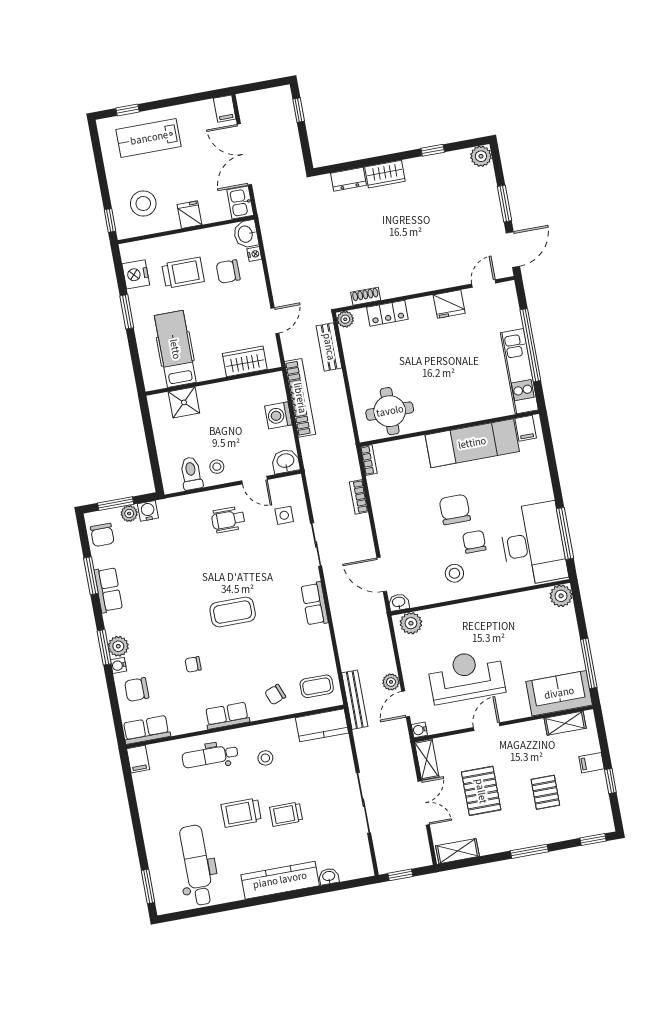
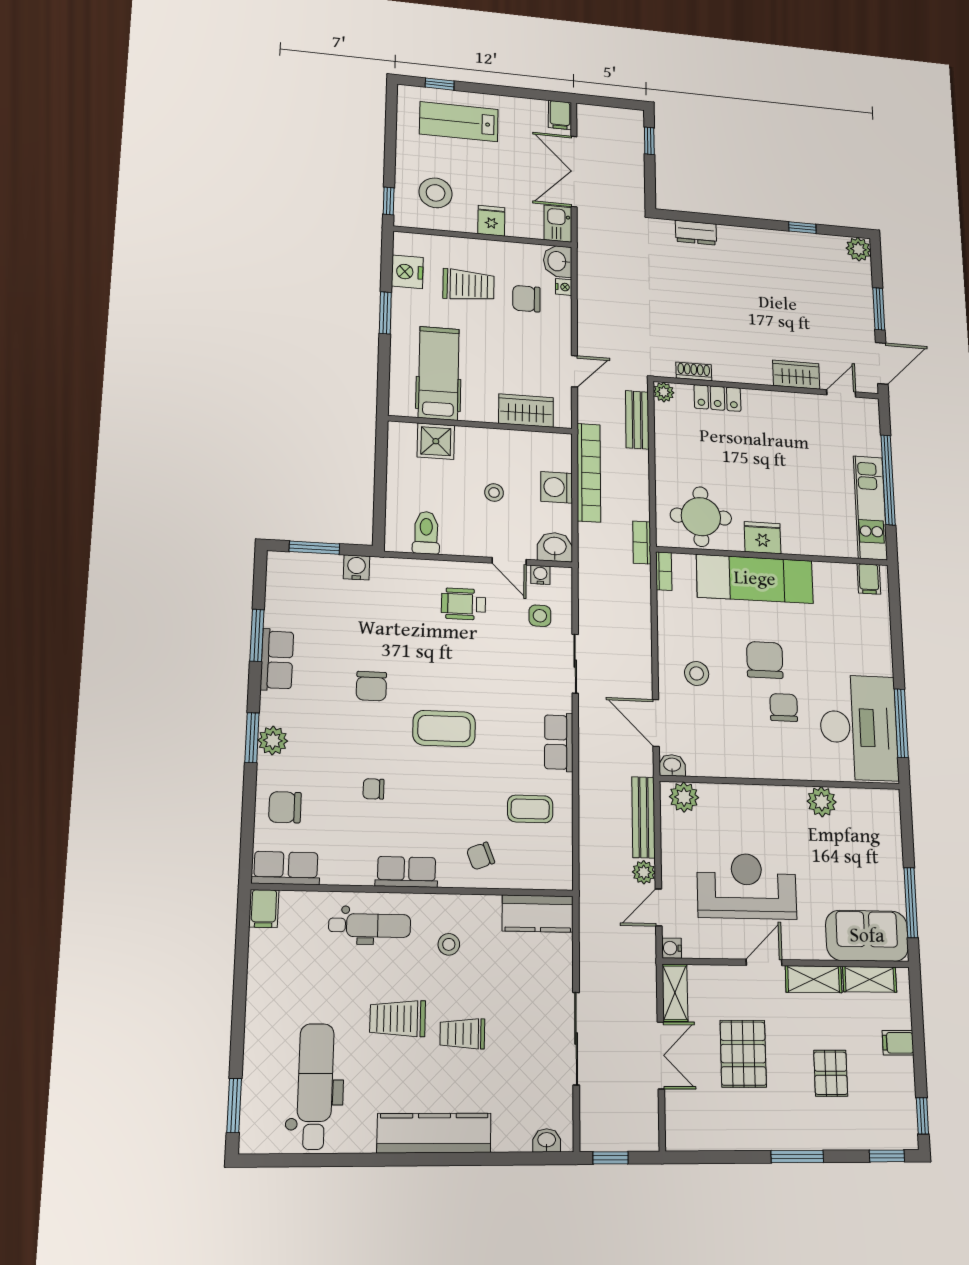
wardrobe: (385, 174) -> (796, 375), moved, turned 180
fridge: (449, 304) -> (763, 538), moved, turned 180
exam couch: (472, 443) -> (755, 579), moved
stool: (217, 467) -> (494, 493), moved
bookcase: (359, 497) -> (642, 542), moved
plant: (129, 514) -> (330, 565), removed
chair: (102, 535) -> (371, 686), moved
stool: (454, 573) -> (697, 673), moved
plant: (561, 596) -> (822, 802), moved
water cooler: (119, 665) -> (540, 575), moved, turned 90
coffee table: (317, 686) -> (530, 809), moved
bench: (355, 700) -> (643, 817), moved
dental chair: (210, 756) -> (370, 925), turned 180
window: (610, 781) -> (922, 1116), moved
shelving: (457, 851) -> (814, 979), moved
washbasin: (329, 876) -> (547, 1140), moved

